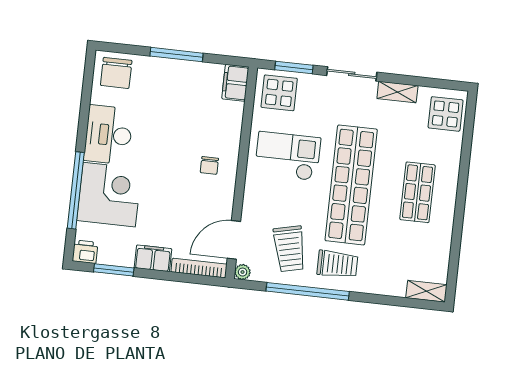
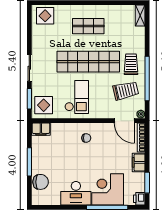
chair: (116, 73) -> (41, 182), moved
shelving: (397, 92) -> (36, 43), removed
checkout: (288, 156) -> (77, 97), turned 180

